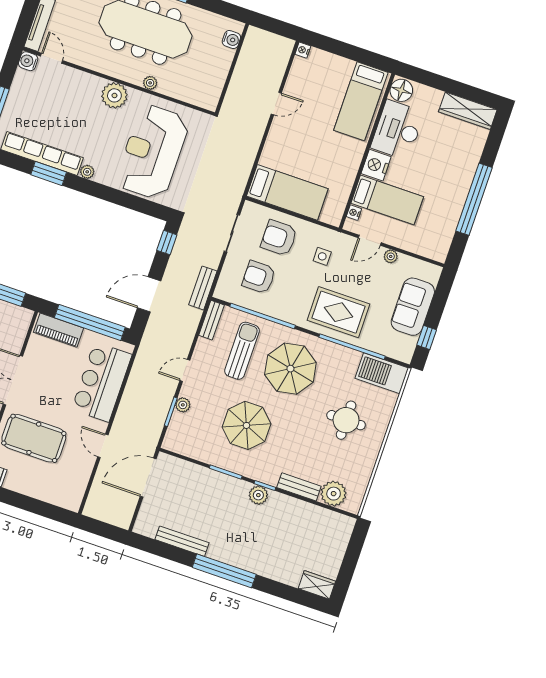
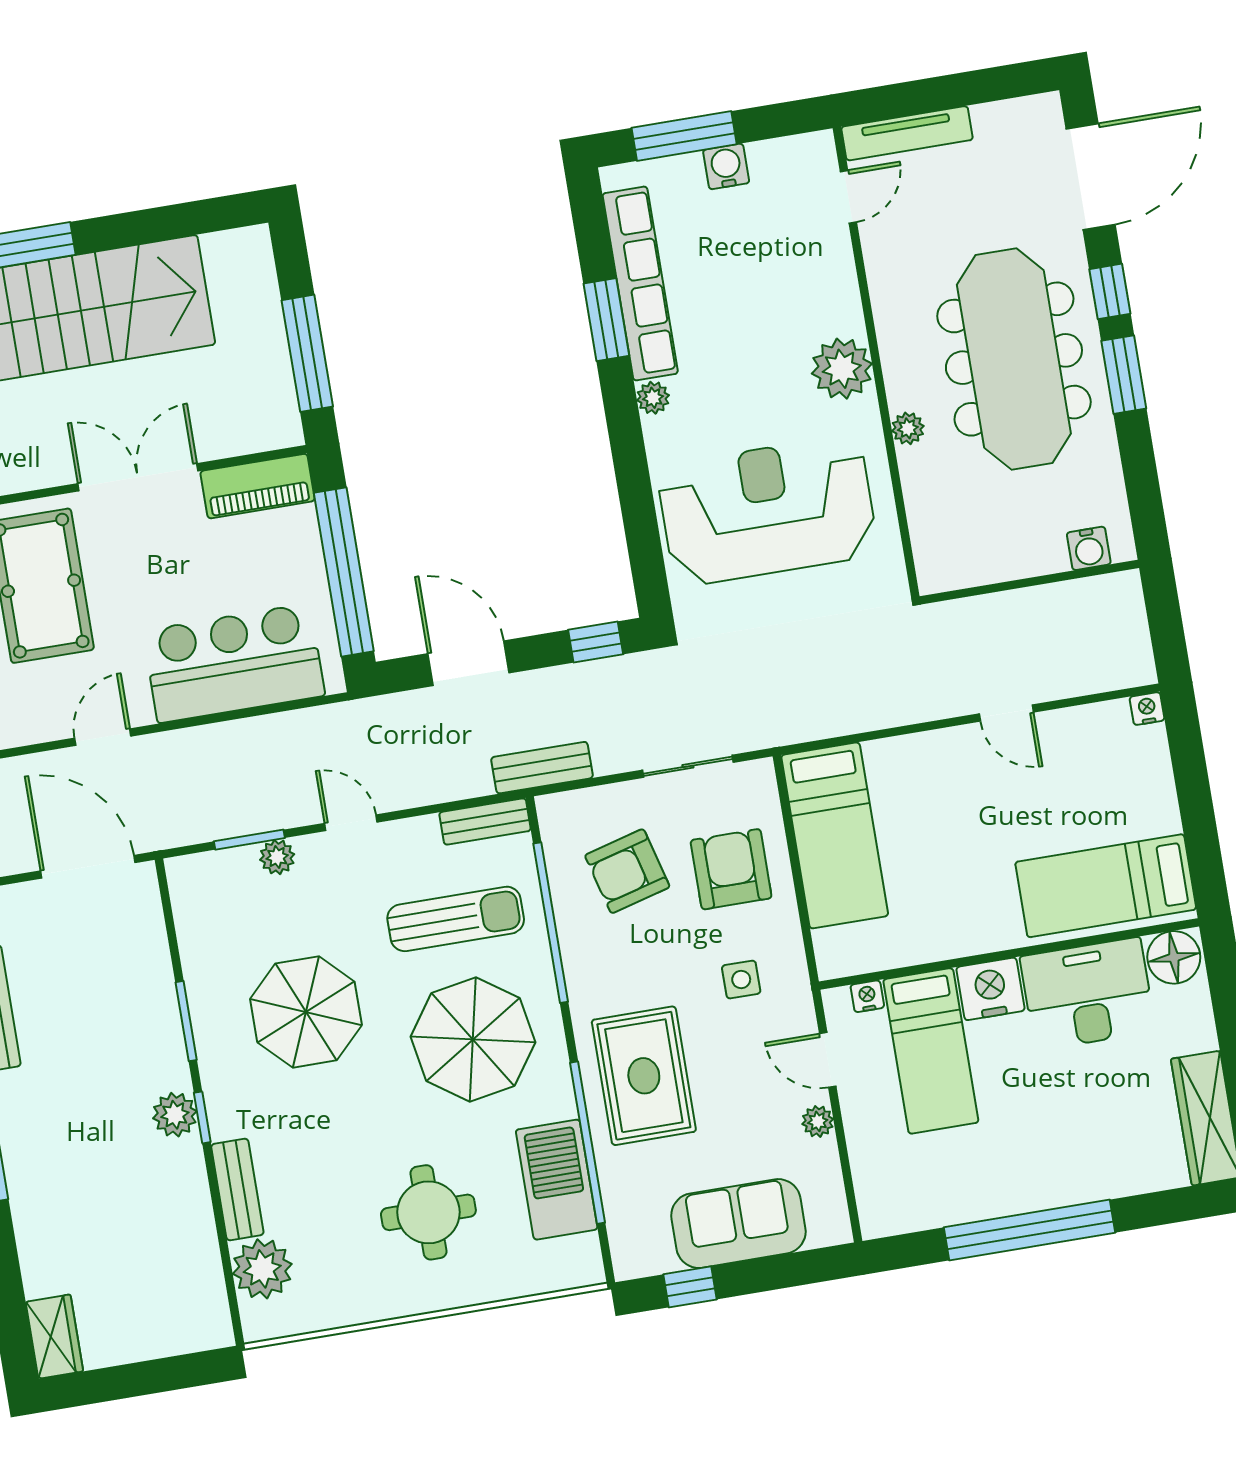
water cooler: (28, 61) -> (726, 166), moved
armchair: (259, 277) -> (627, 871), turned -105
piano: (58, 330) -> (258, 486), moved, turned -90
barbecue: (382, 373) -> (557, 1180), moved

